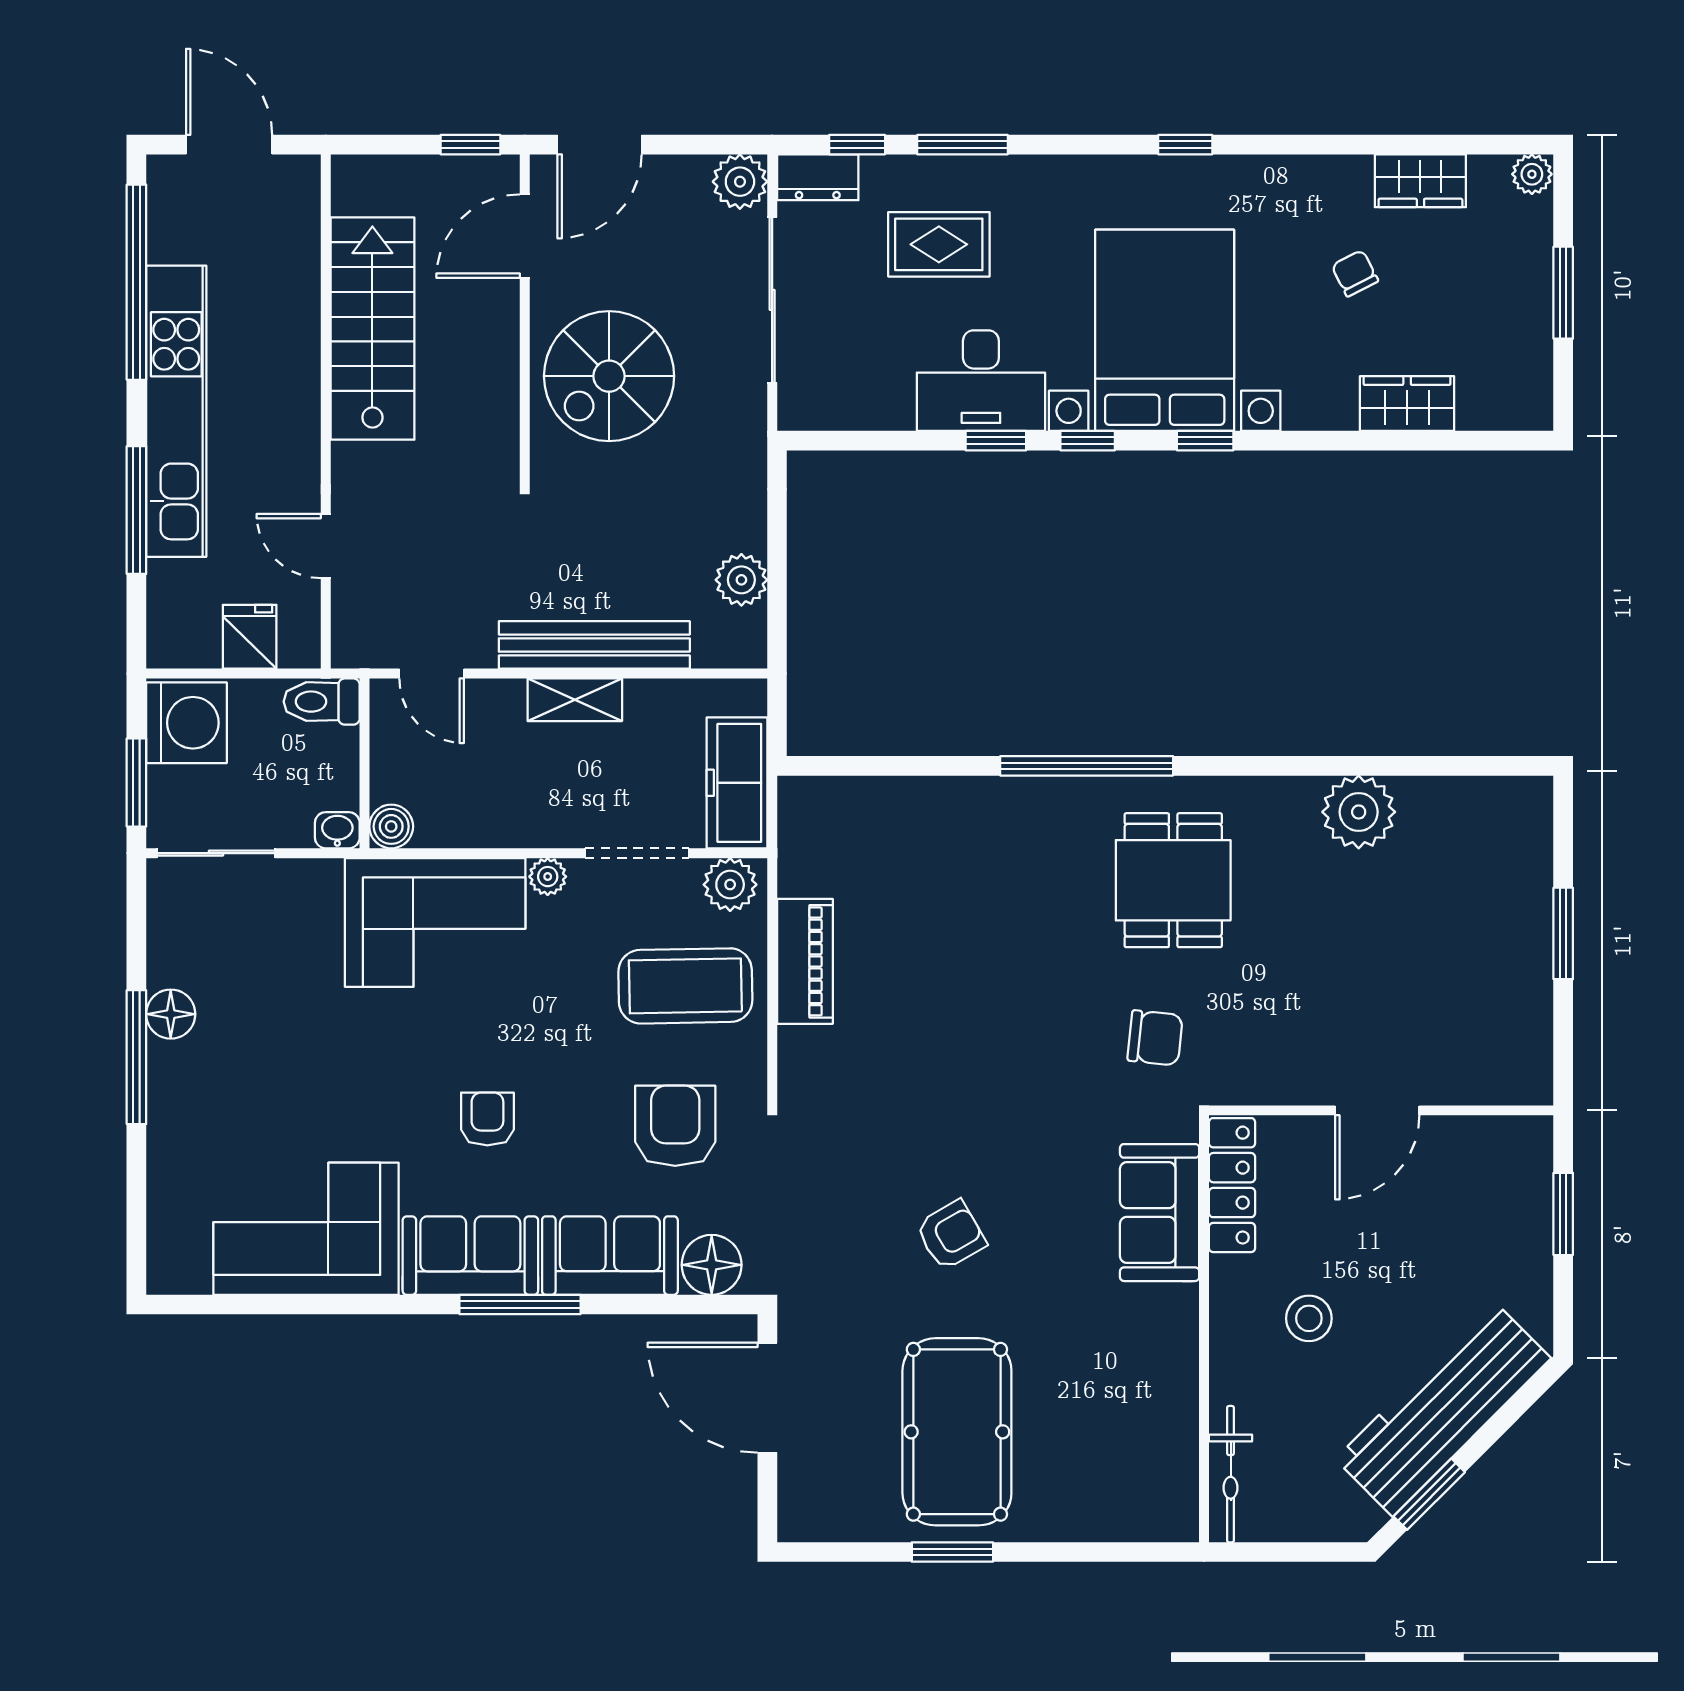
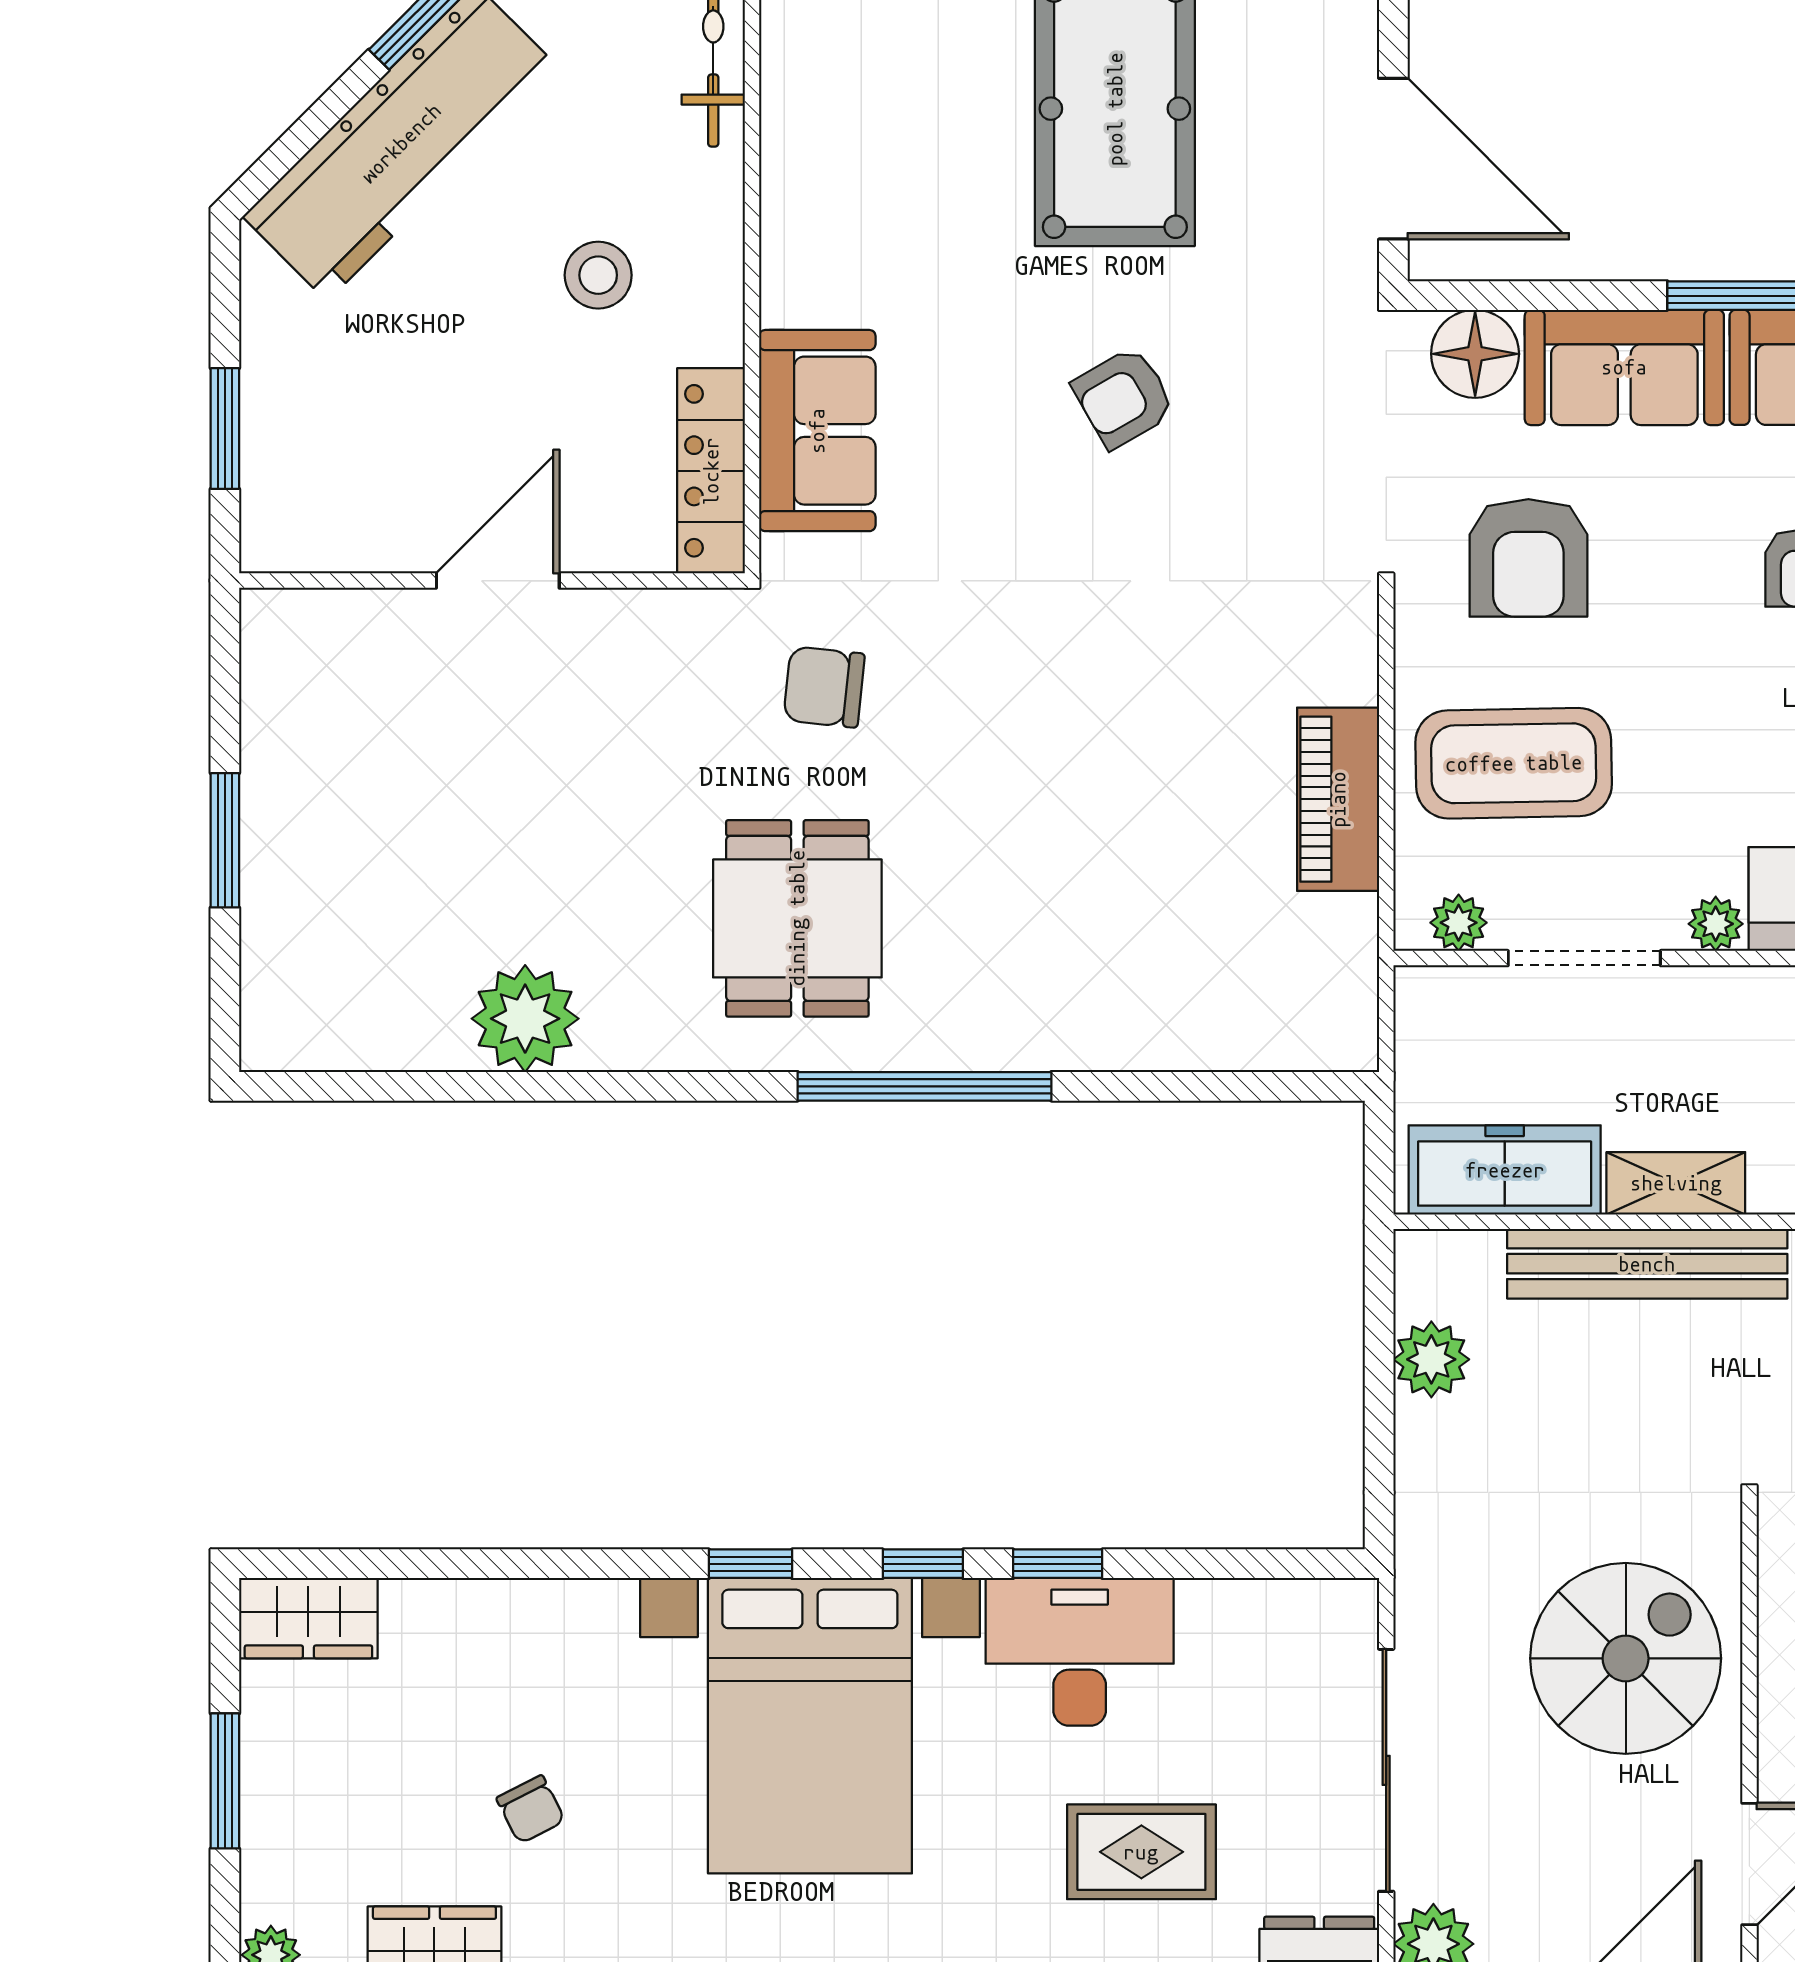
wardrobe: (1407, 404) -> (308, 1618), moved
freezer: (737, 783) -> (1505, 1170), moved, turned -90
plant: (730, 885) -> (1459, 923), width x0.73, depth x0.73

